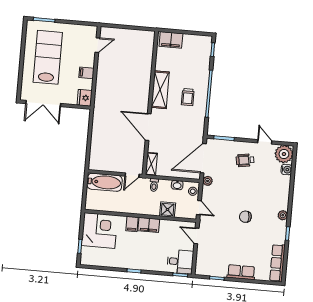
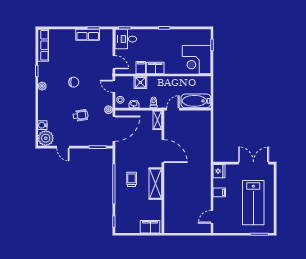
wheelchair: (245, 160) -> (80, 115), moved
filing cabinet: (132, 224) -> (141, 68), moved
row of seats: (241, 272) -> (88, 35), moved

